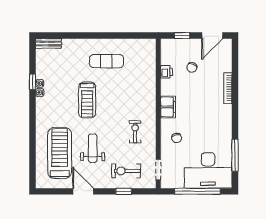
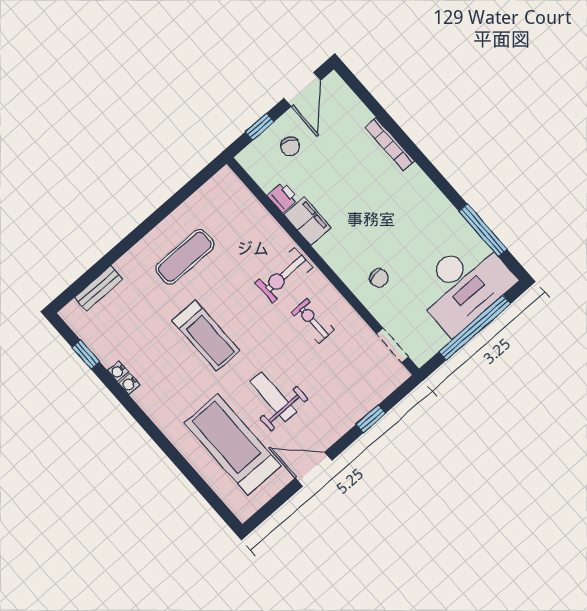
bench: (48, 43) -> (98, 288), moved
chair: (192, 67) -> (290, 146), moved
window: (32, 82) -> (86, 355), moved
filing cabinet: (168, 107) -> (307, 221), moved
exercise bike: (126, 171) -> (284, 275), moved

